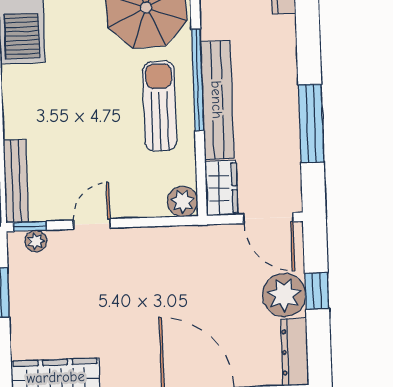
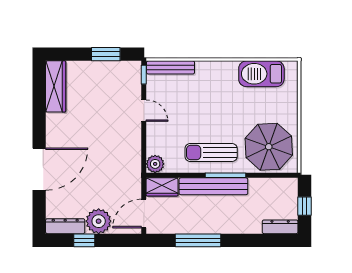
window: (198, 80) -> (225, 175), width x0.68
sun lounger: (160, 106) -> (211, 153), turned 180
plant: (36, 241) -> (135, 78), removed
window: (317, 291) -> (84, 240), moved

